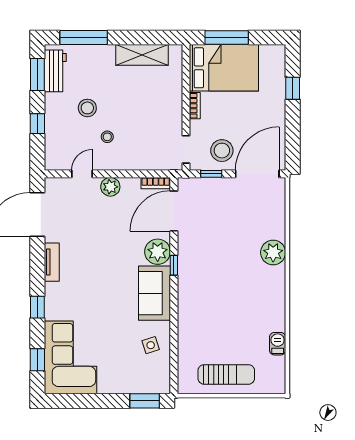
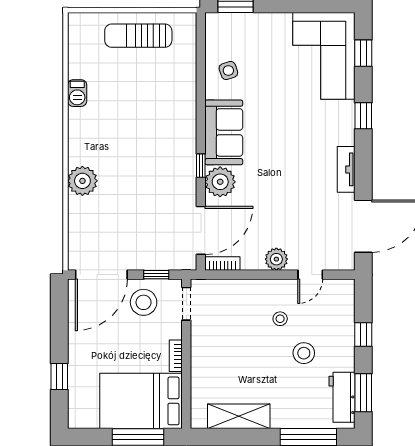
barbecue: (278, 344) -> (77, 93), moved

